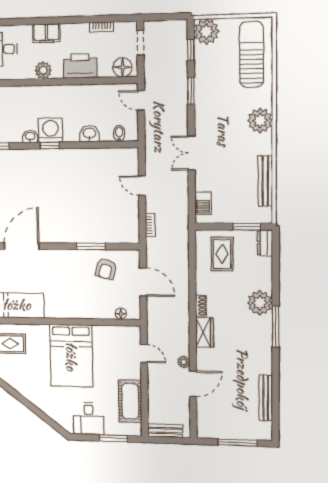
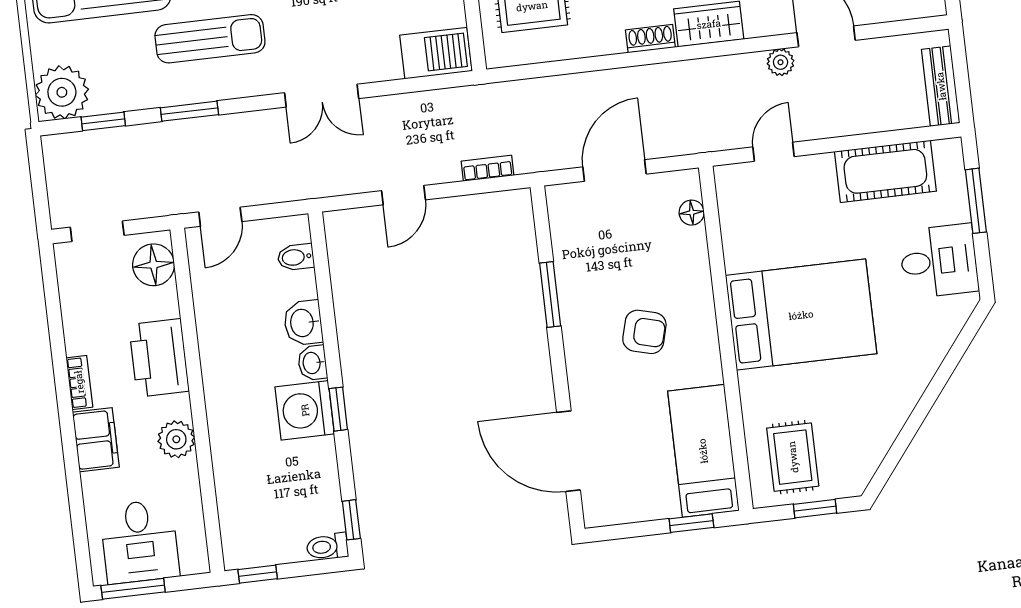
bookcase: (102, 27) -> (79, 382), moved
sun lounger: (224, 104) -> (210, 39), added
washbasin: (30, 137) -> (312, 363), moved
barbecue: (203, 203) -> (436, 53), width x1.38, depth x1.27
armchair: (106, 269) -> (644, 332), moved

